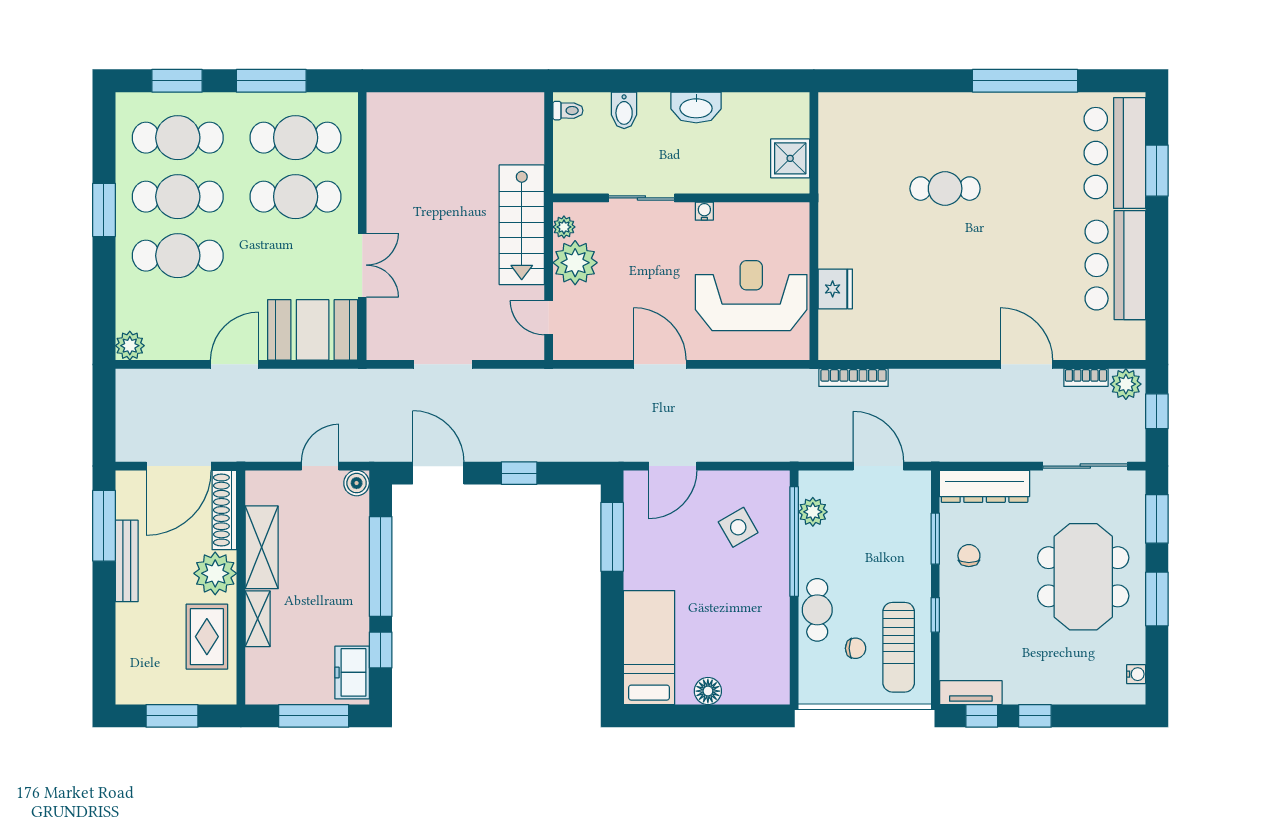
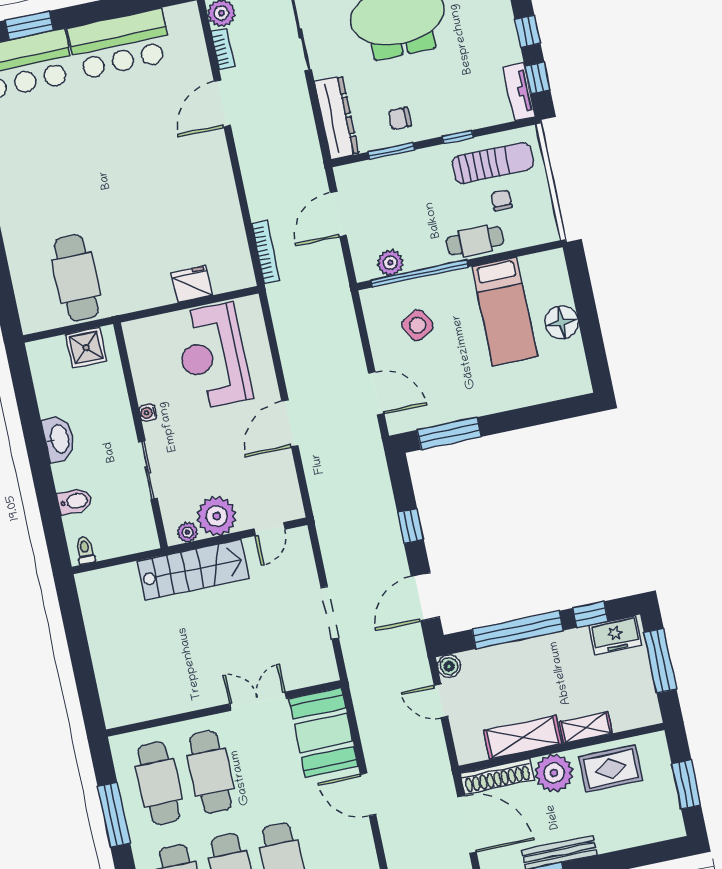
cafe table: (945, 189) -> (76, 278), moved, width x1.37, depth x1.35
bed: (649, 648) -> (505, 311), moved, turned -90
floor lamp: (708, 691) -> (562, 322), width x1.38, depth x1.38

